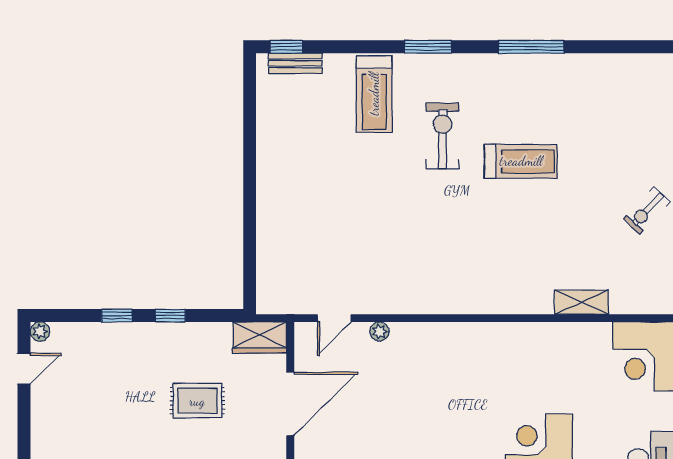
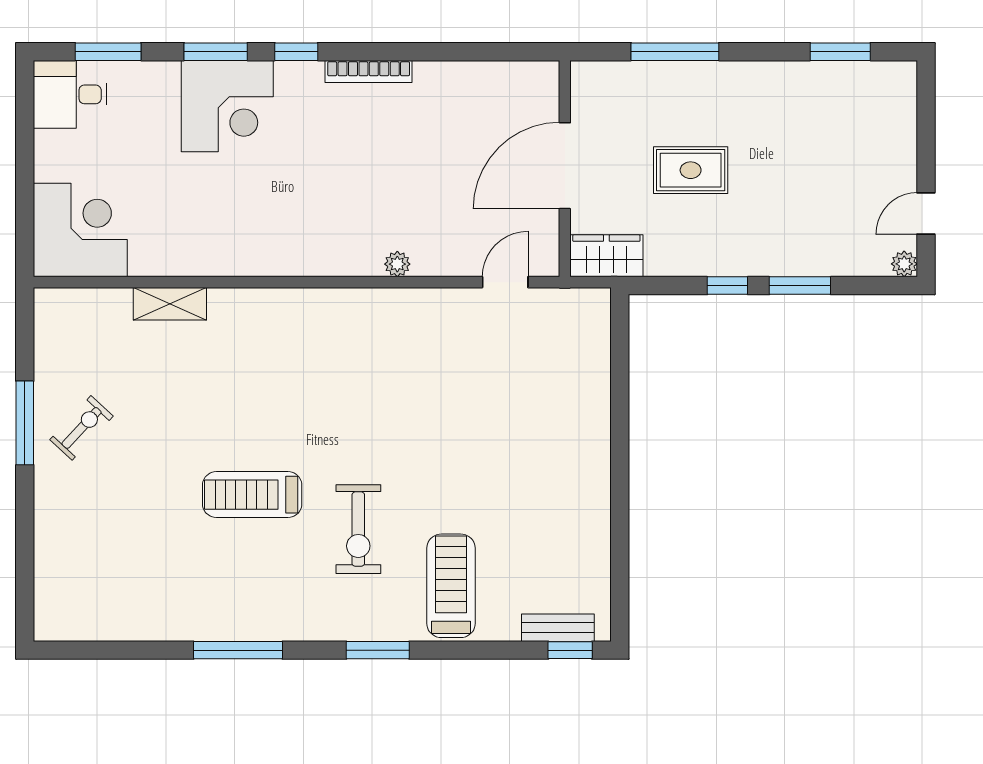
window: (117, 316) -> (800, 286), width x1.50
plant: (379, 331) -> (397, 264), moved

